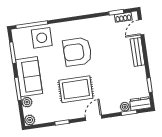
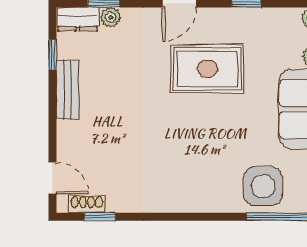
door: (141, 27) -> (52, 178), hinge flipped
armchair: (77, 52) -> (193, 146), removed
bench: (138, 52) -> (68, 90), moved

